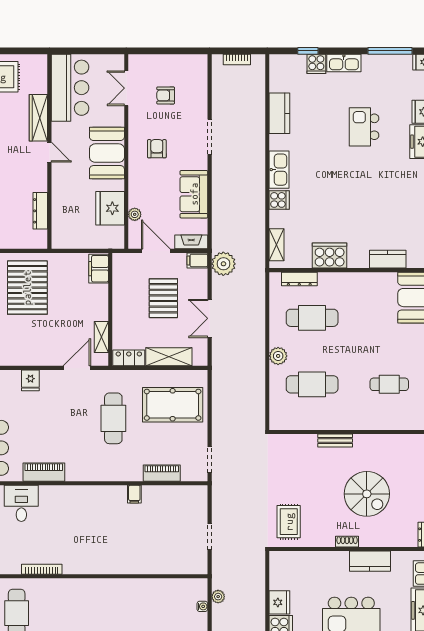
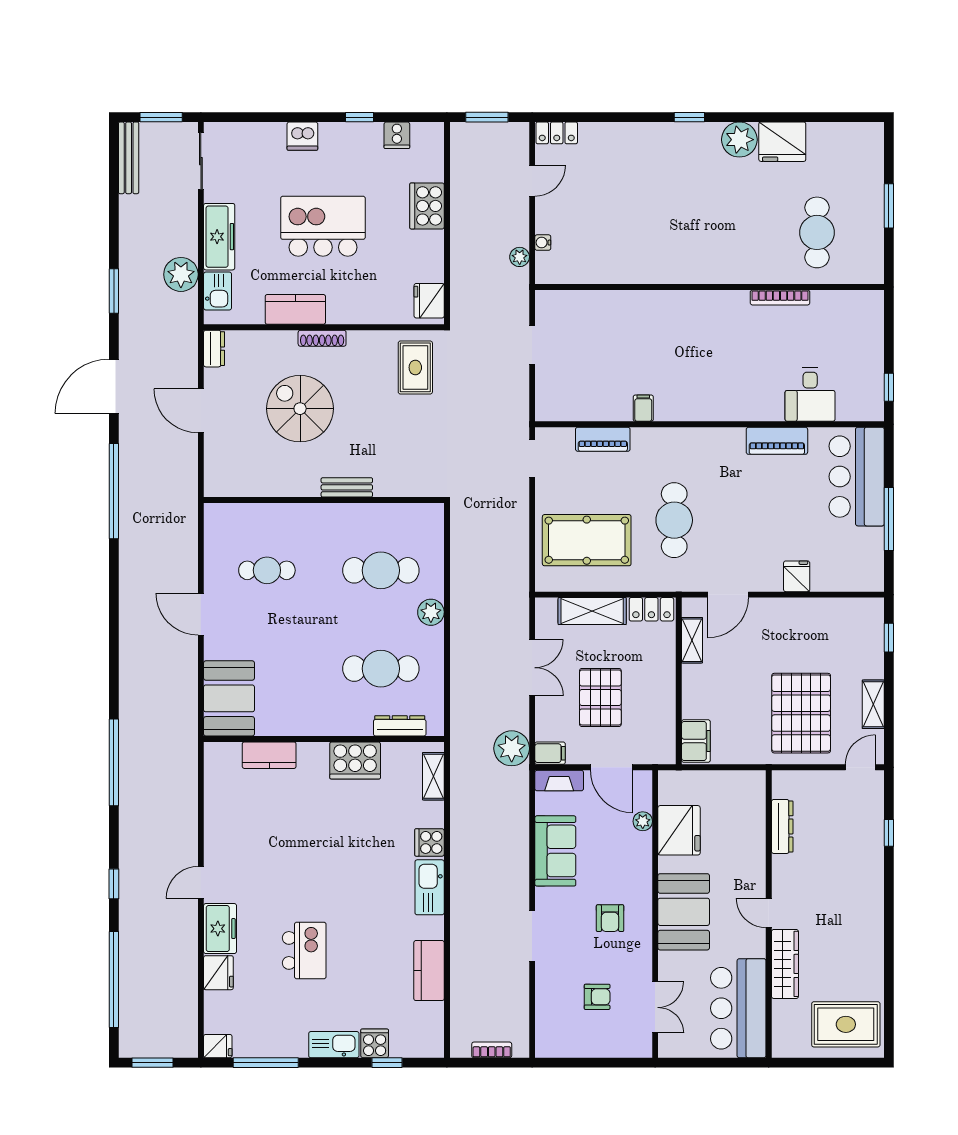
shoe rack: (347, 542) -> (322, 338), width x1.43
fridge: (279, 602) -> (429, 301), moved

